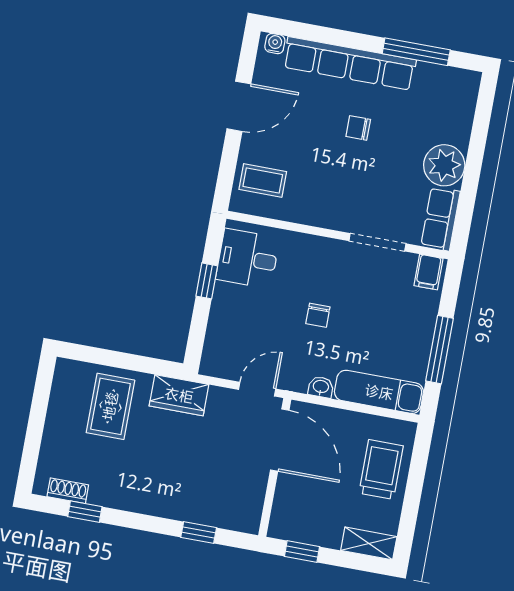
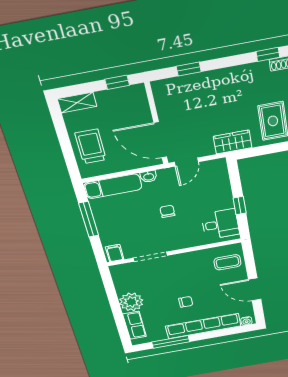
door: (239, 106) -> (255, 289), hinge flipped
row of seats: (441, 219) -> (135, 325), moved
trolley: (381, 469) -> (91, 146), turned 180

